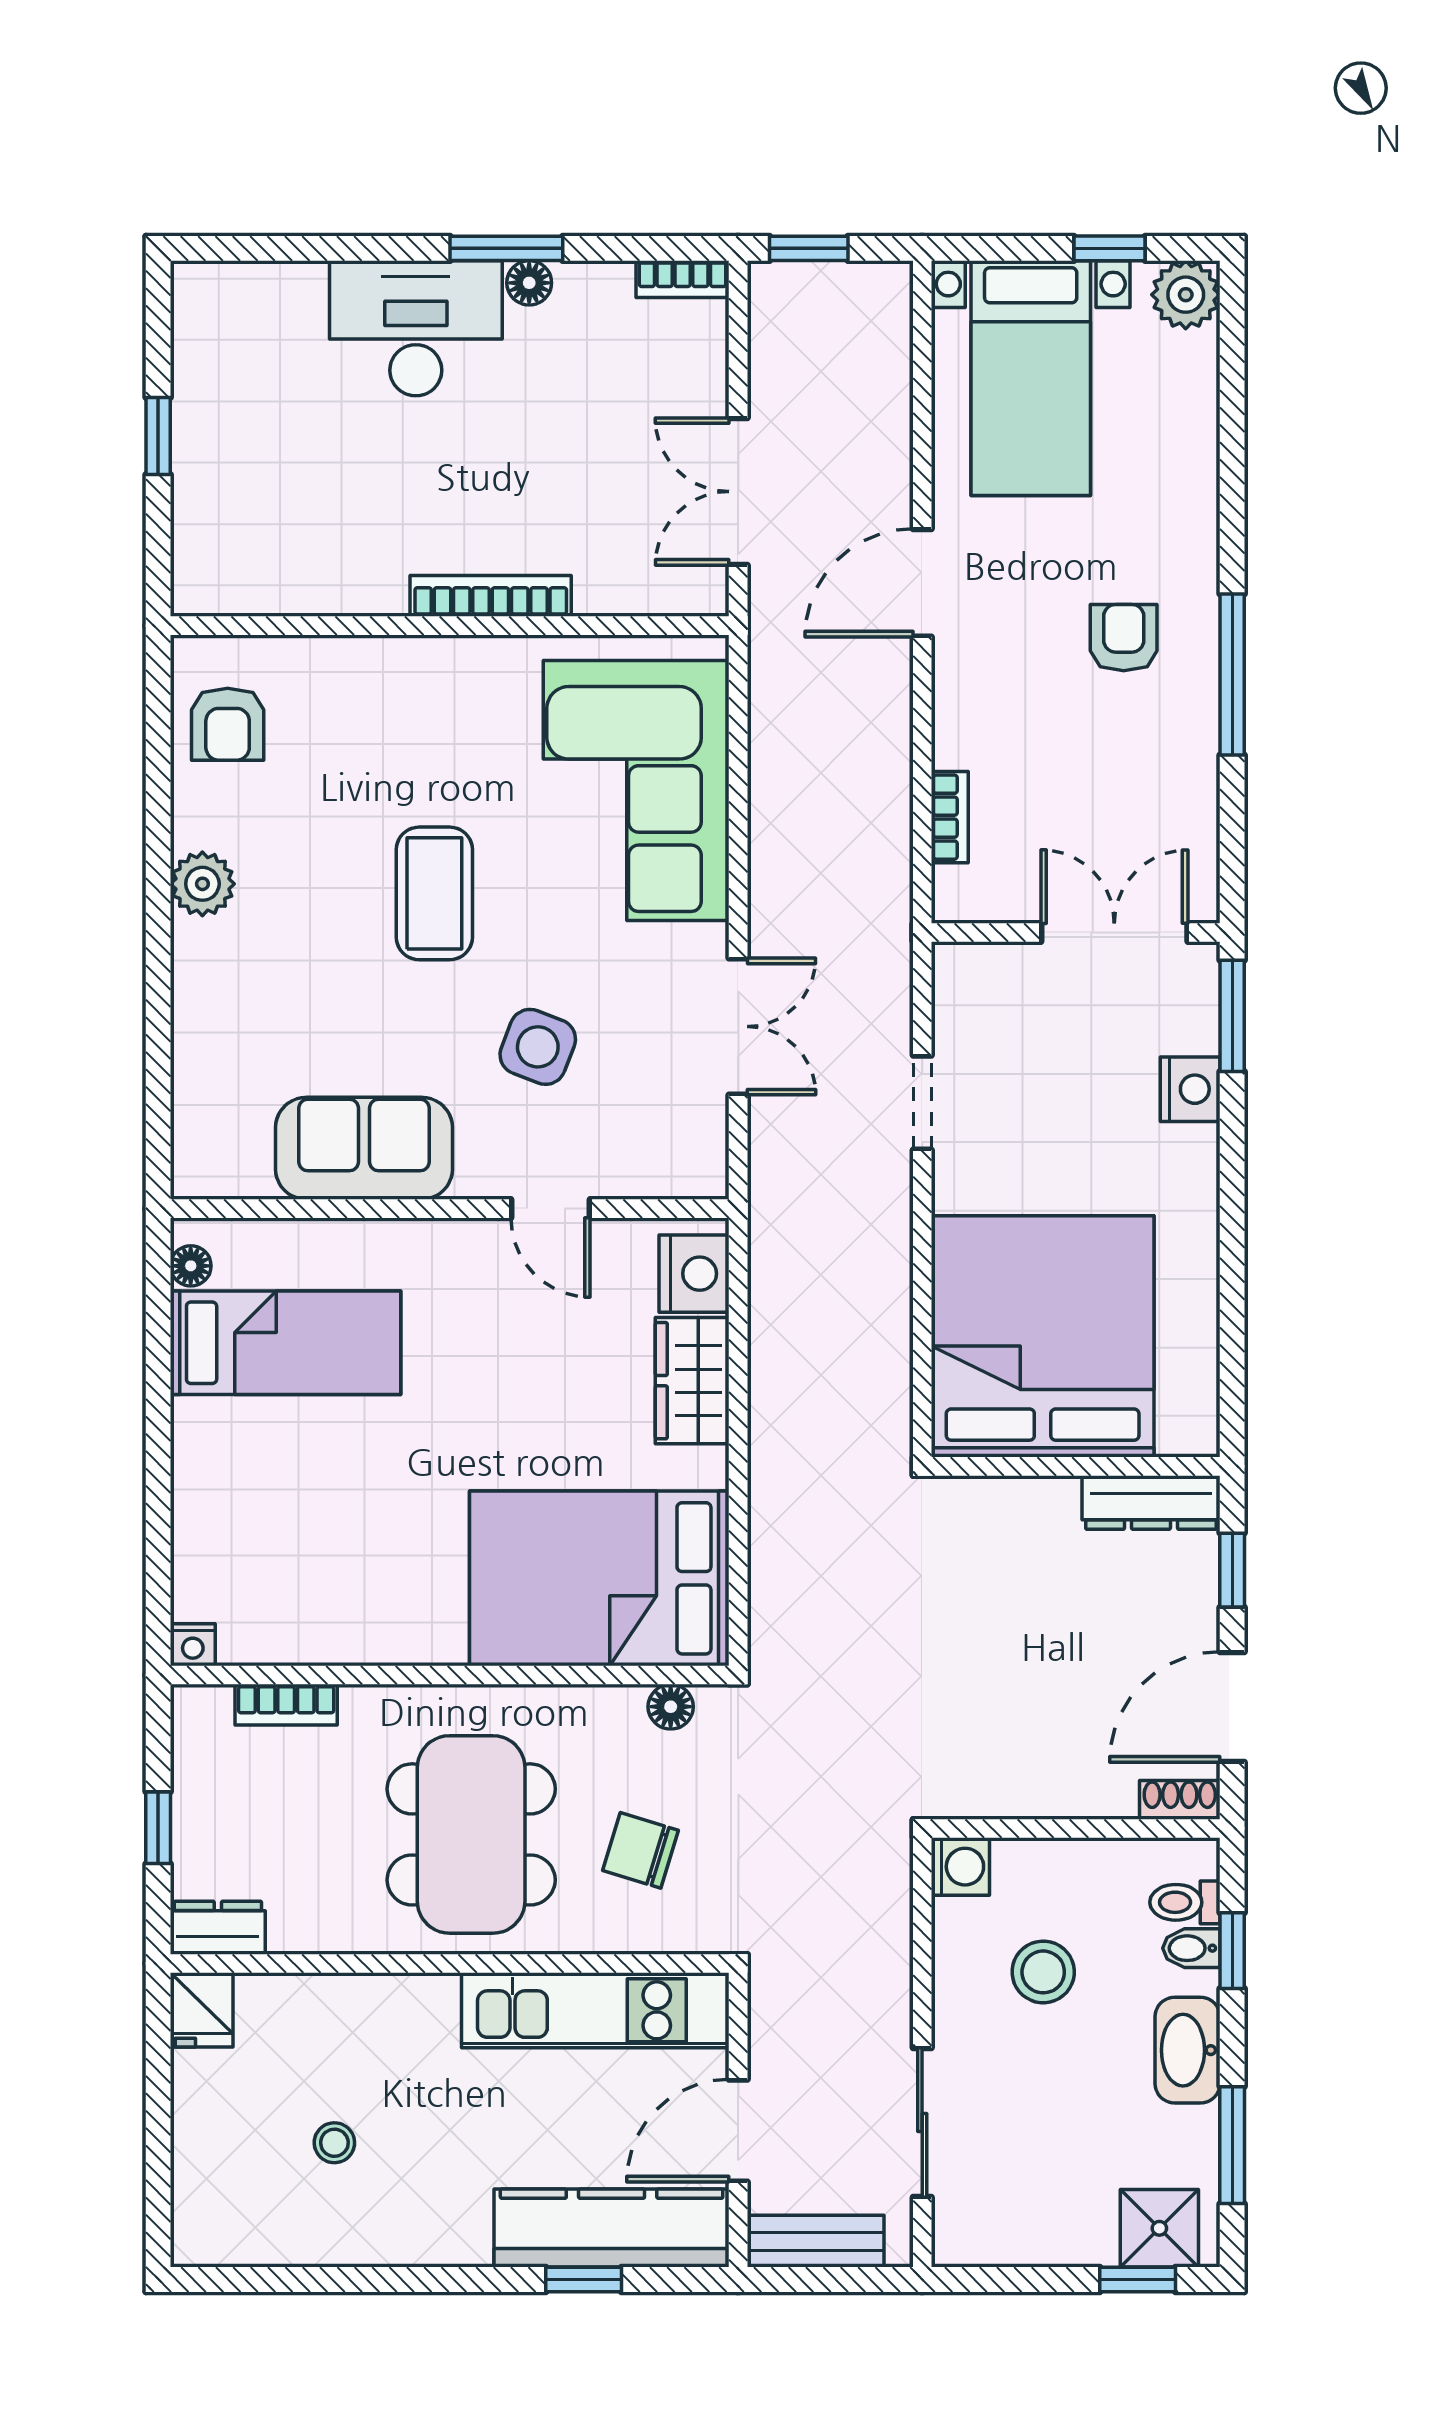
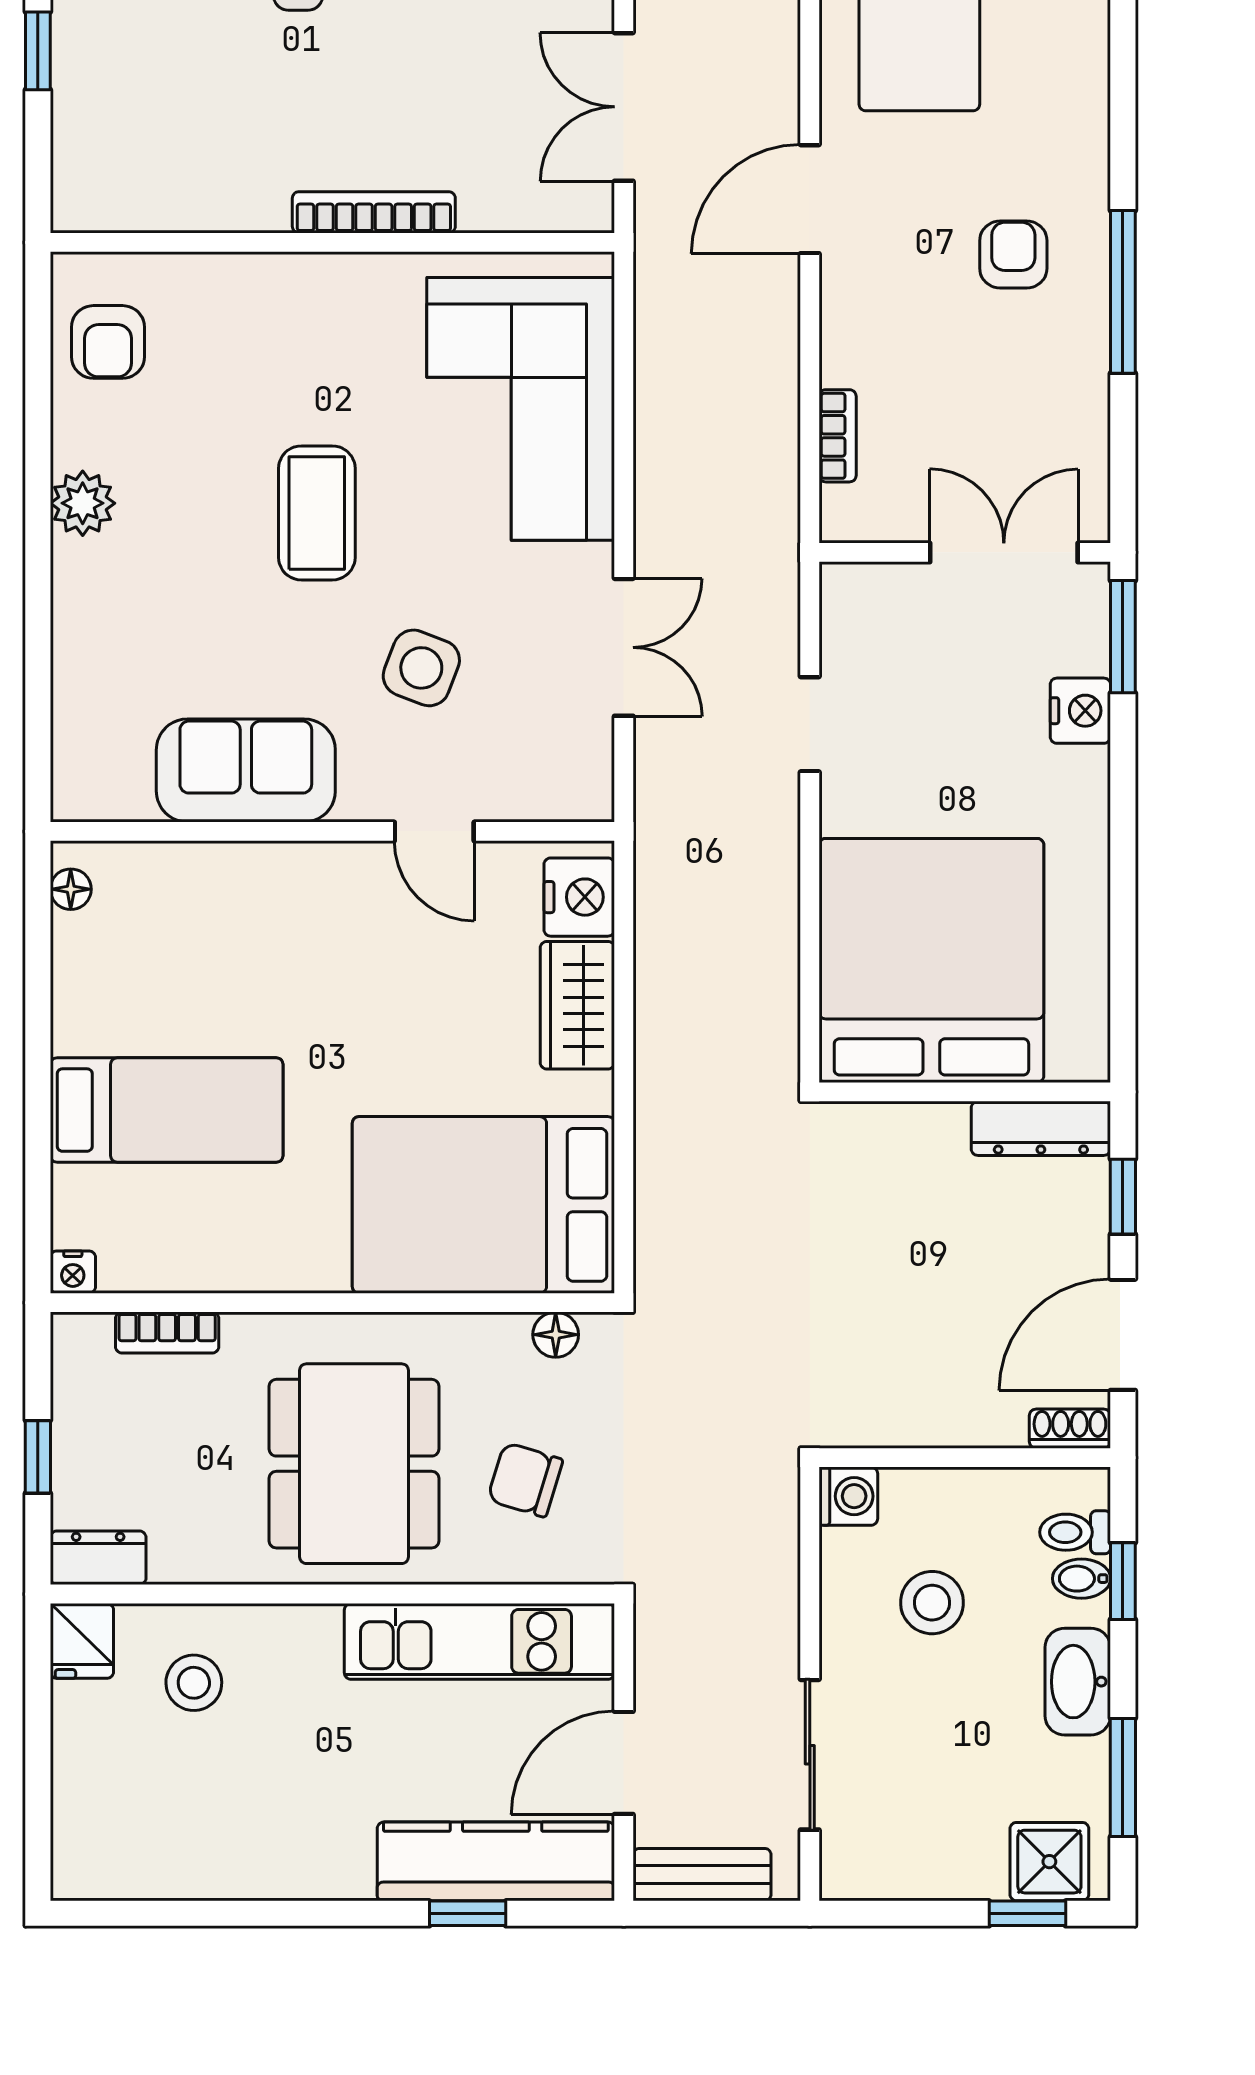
bed: (286, 1343) -> (167, 1110), moved
stool: (334, 2143) -> (194, 1683), moved, width x1.37, depth x1.37

